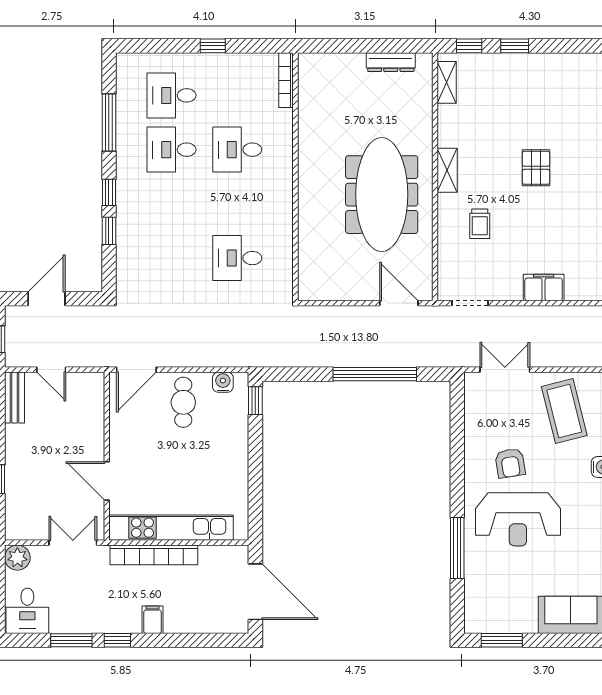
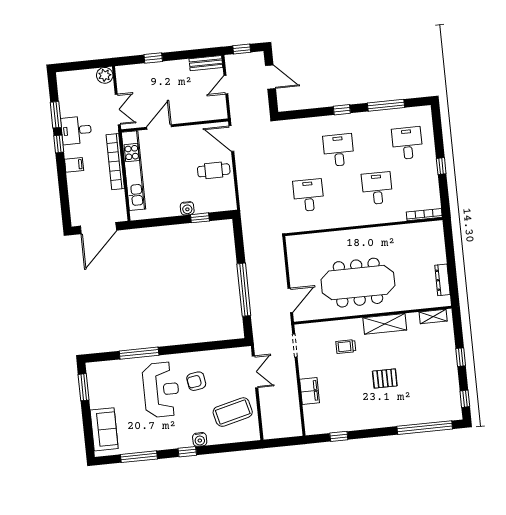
window: (469, 46) -> (465, 399), moved
desk: (172, 150) -> (339, 150), moved
shelving: (447, 170) -> (385, 324), width x1.50, depth x1.33
window: (109, 231) -> (317, 112), removed
water cooler: (223, 382) -> (187, 208), moved, turned 90
window: (255, 401) -> (200, 218), moved
reception desk: (518, 519) -> (161, 390), turned 180
desk: (27, 611) -> (76, 130), moved

